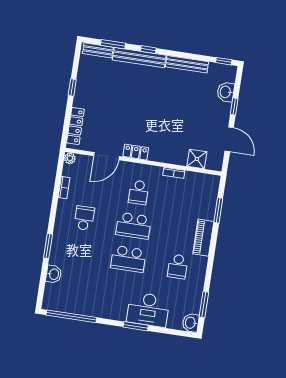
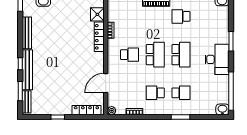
locker: (136, 152) -> (99, 37), moved, width x1.53
door: (107, 156) -> (106, 83), swing flipped
school desk: (79, 251) -> (181, 93), added
school desk: (178, 266) -> (181, 16), turned 180
washbasin: (54, 274) -> (222, 109), moved
desk: (148, 310) -> (217, 59), moved

